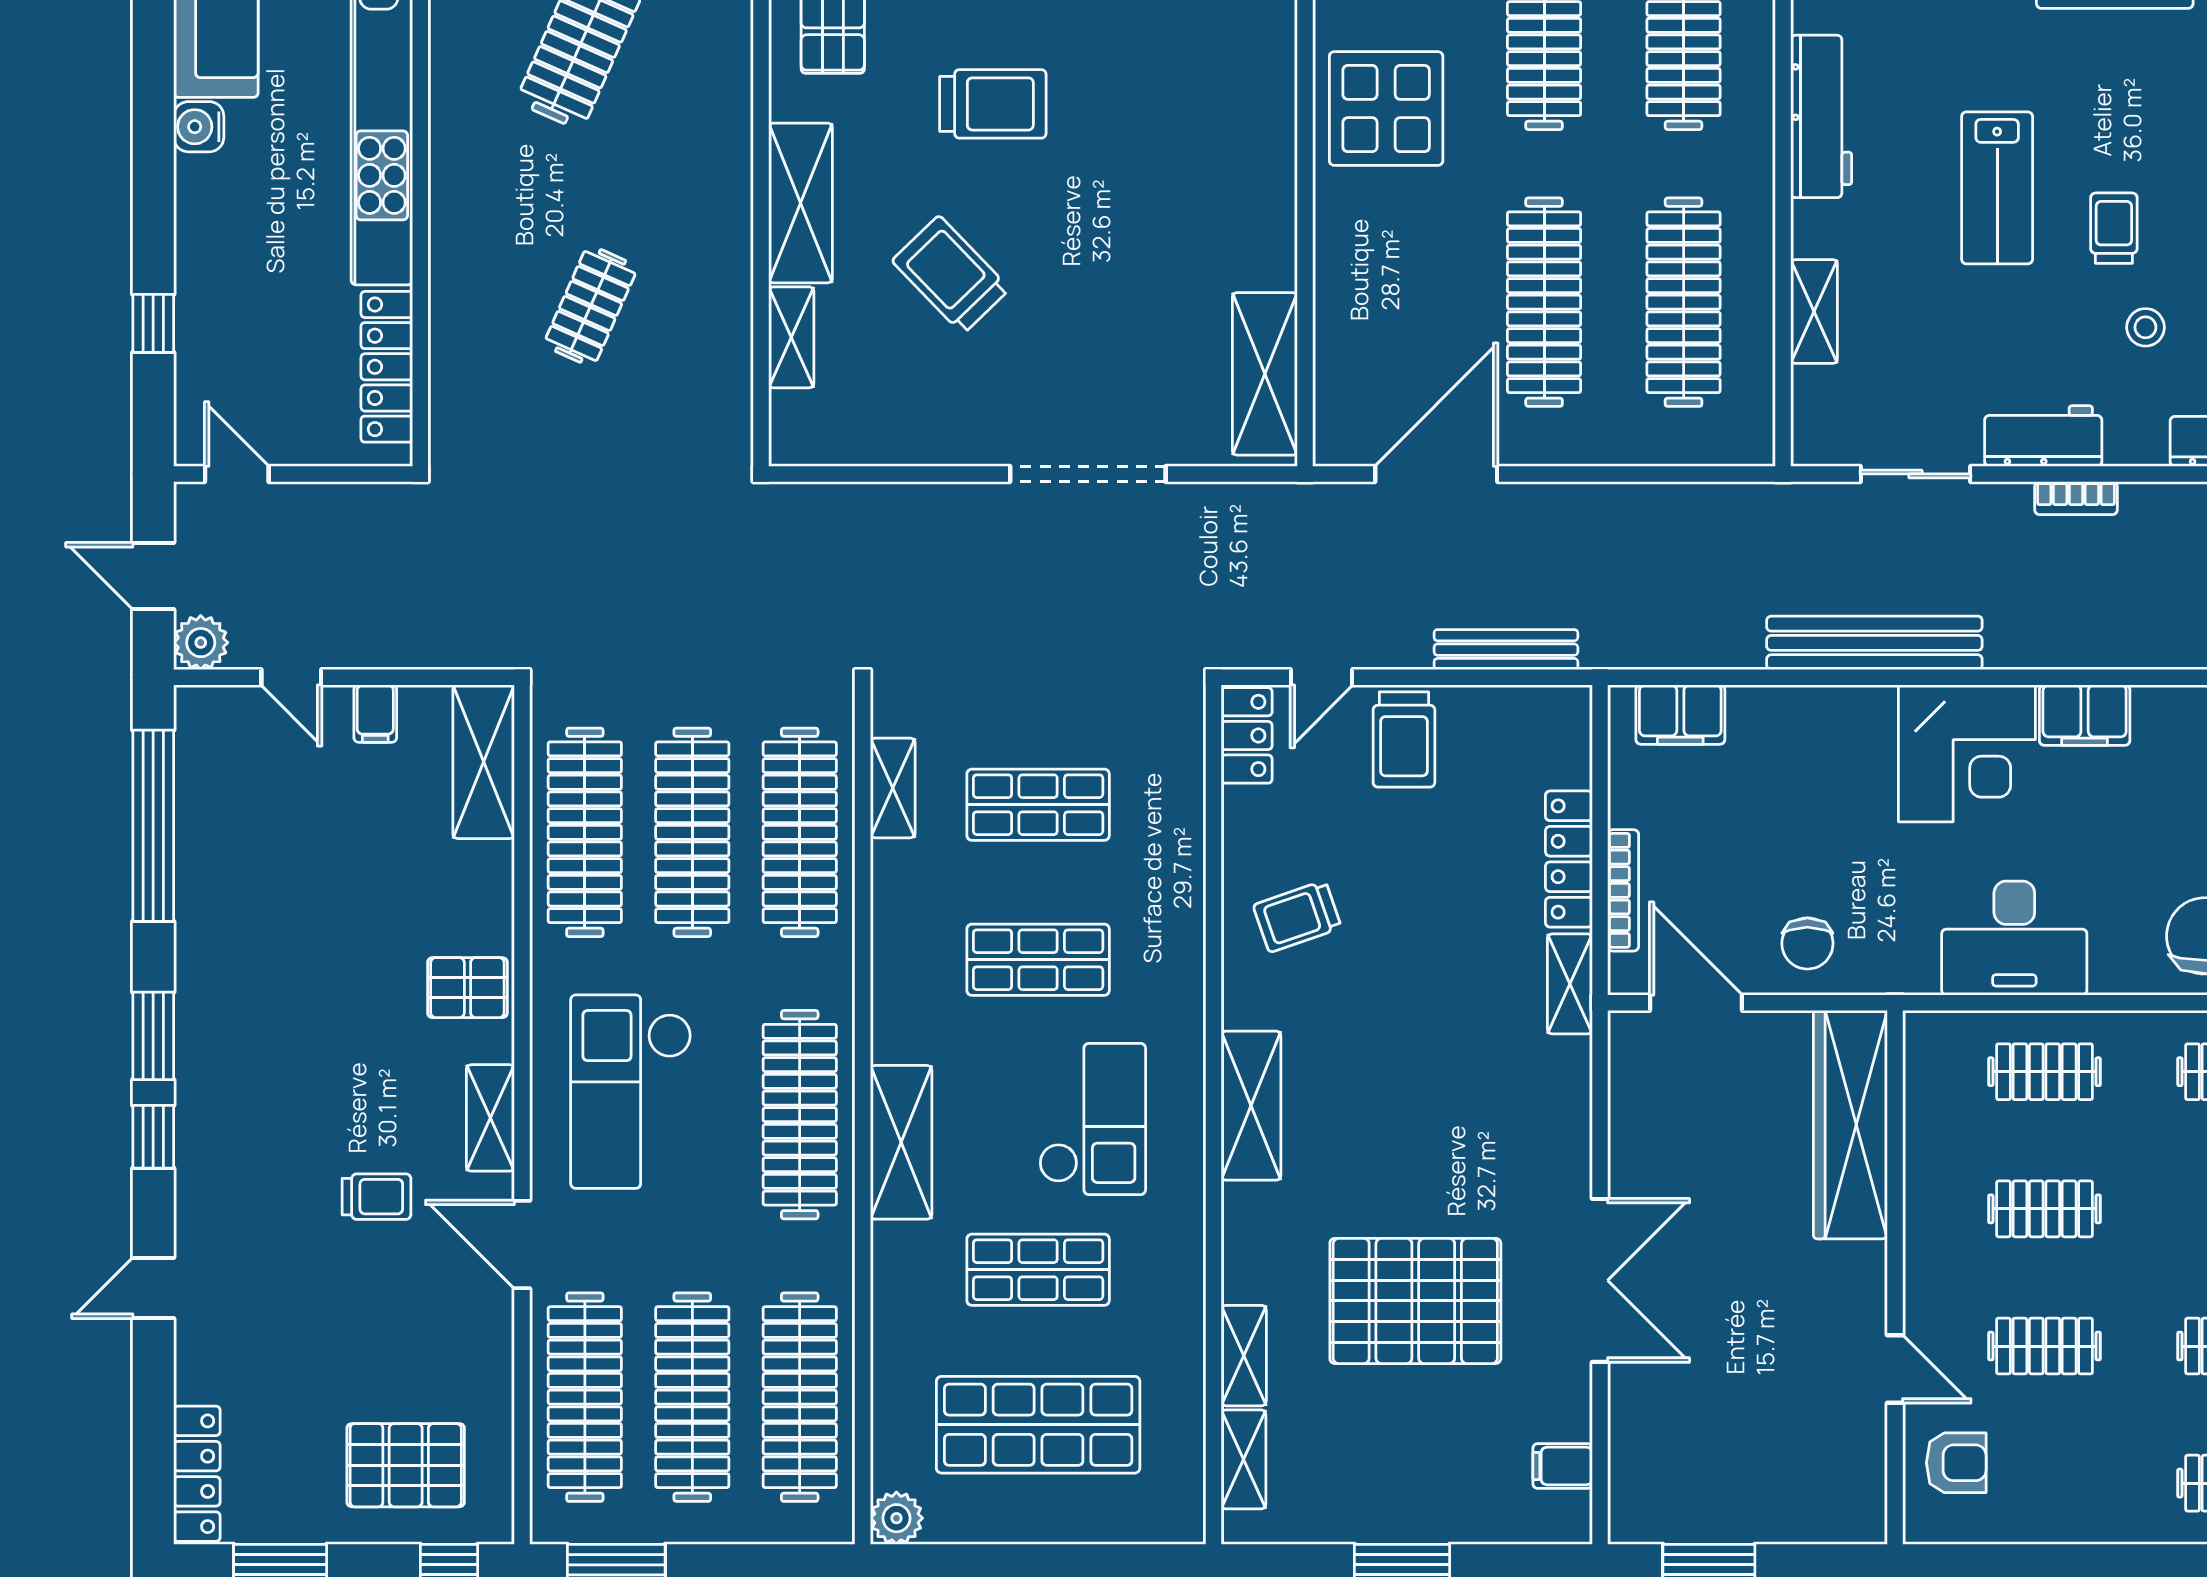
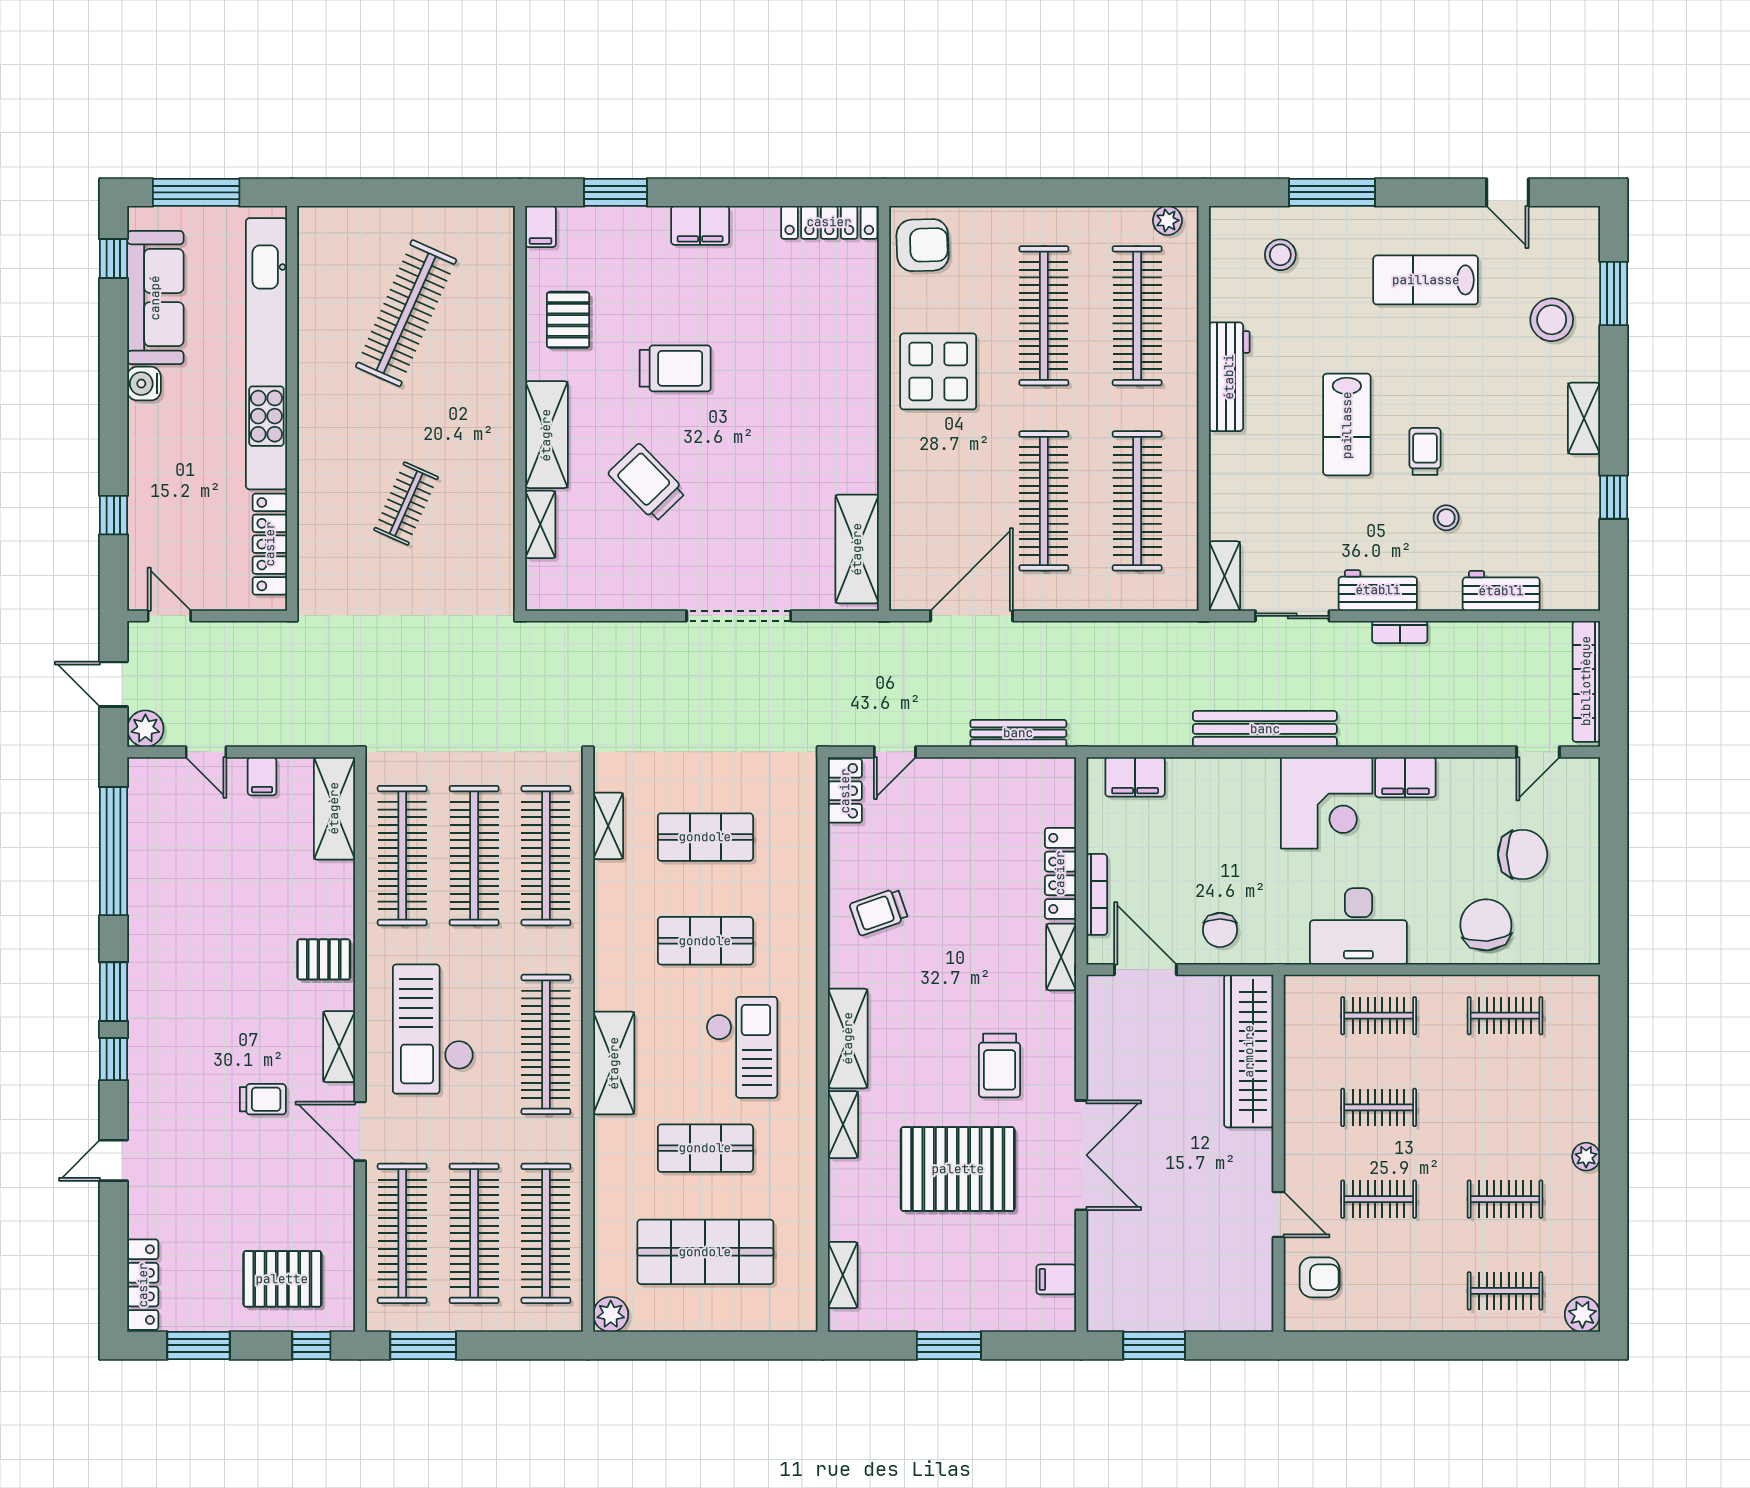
shelving: (1814, 311) -> (1224, 576), moved
trolley: (1404, 740) -> (1000, 1065), moved
shelving: (1244, 1356) -> (843, 1125), moved

